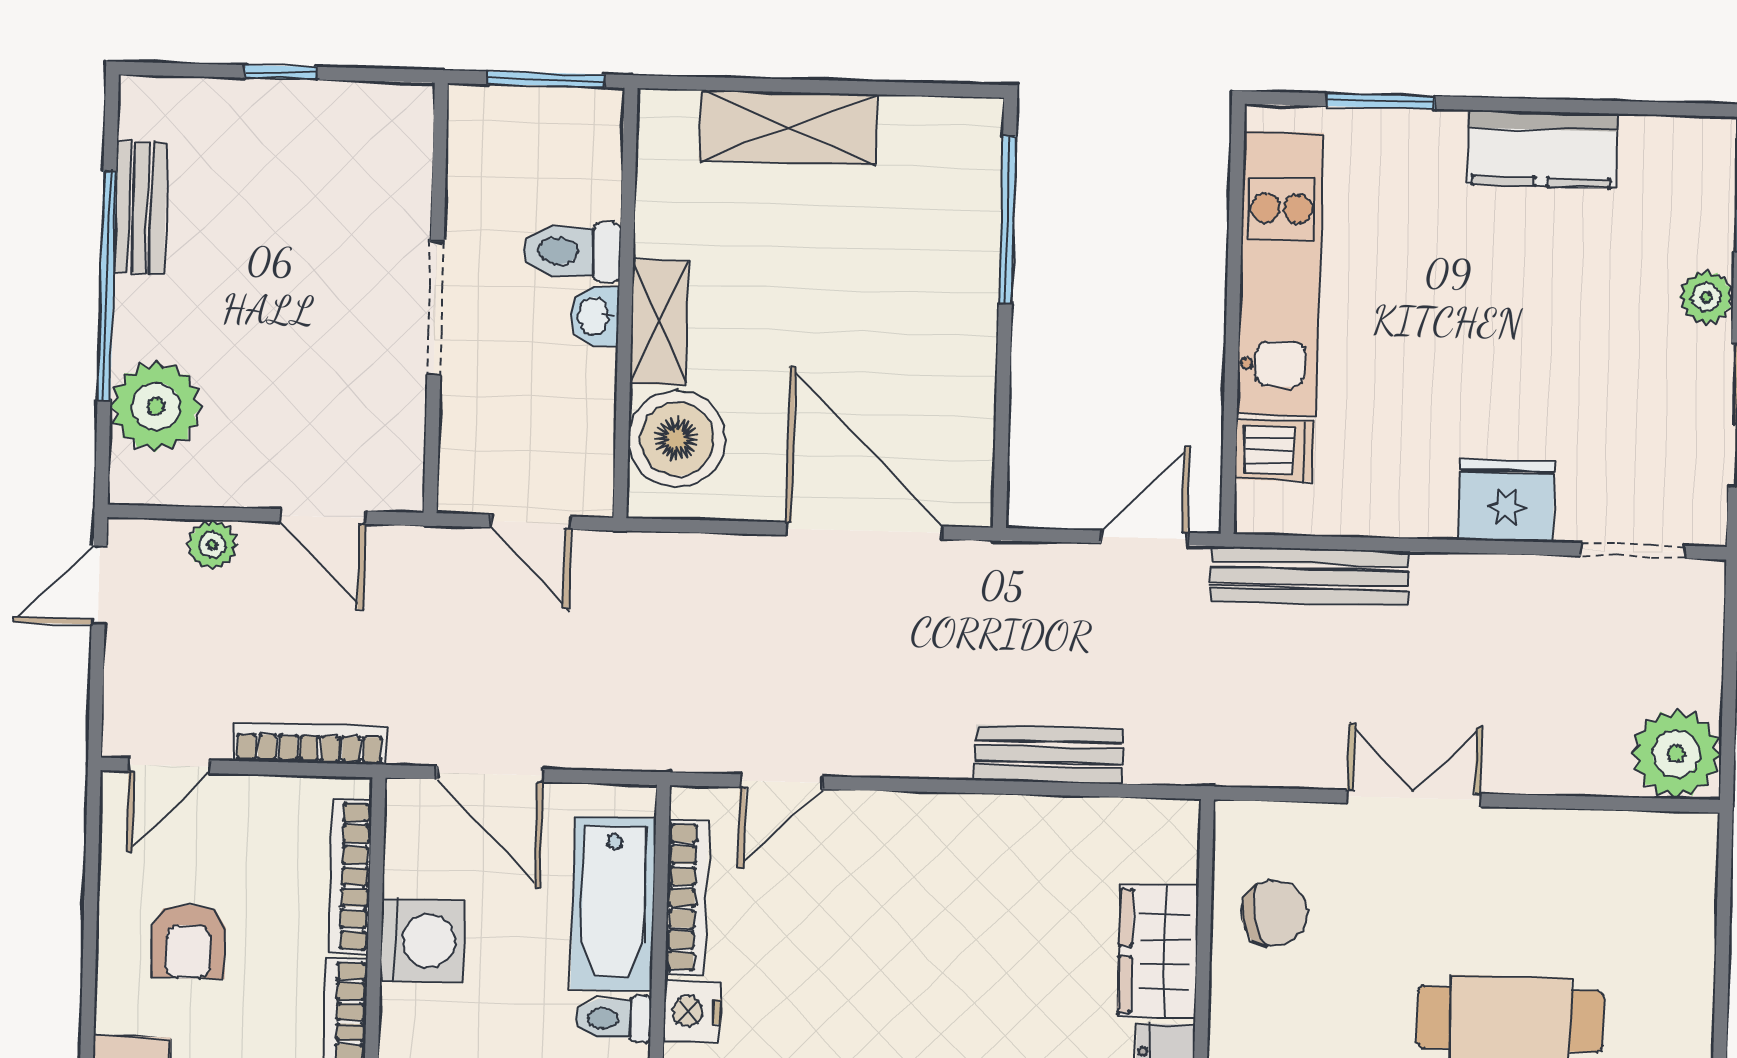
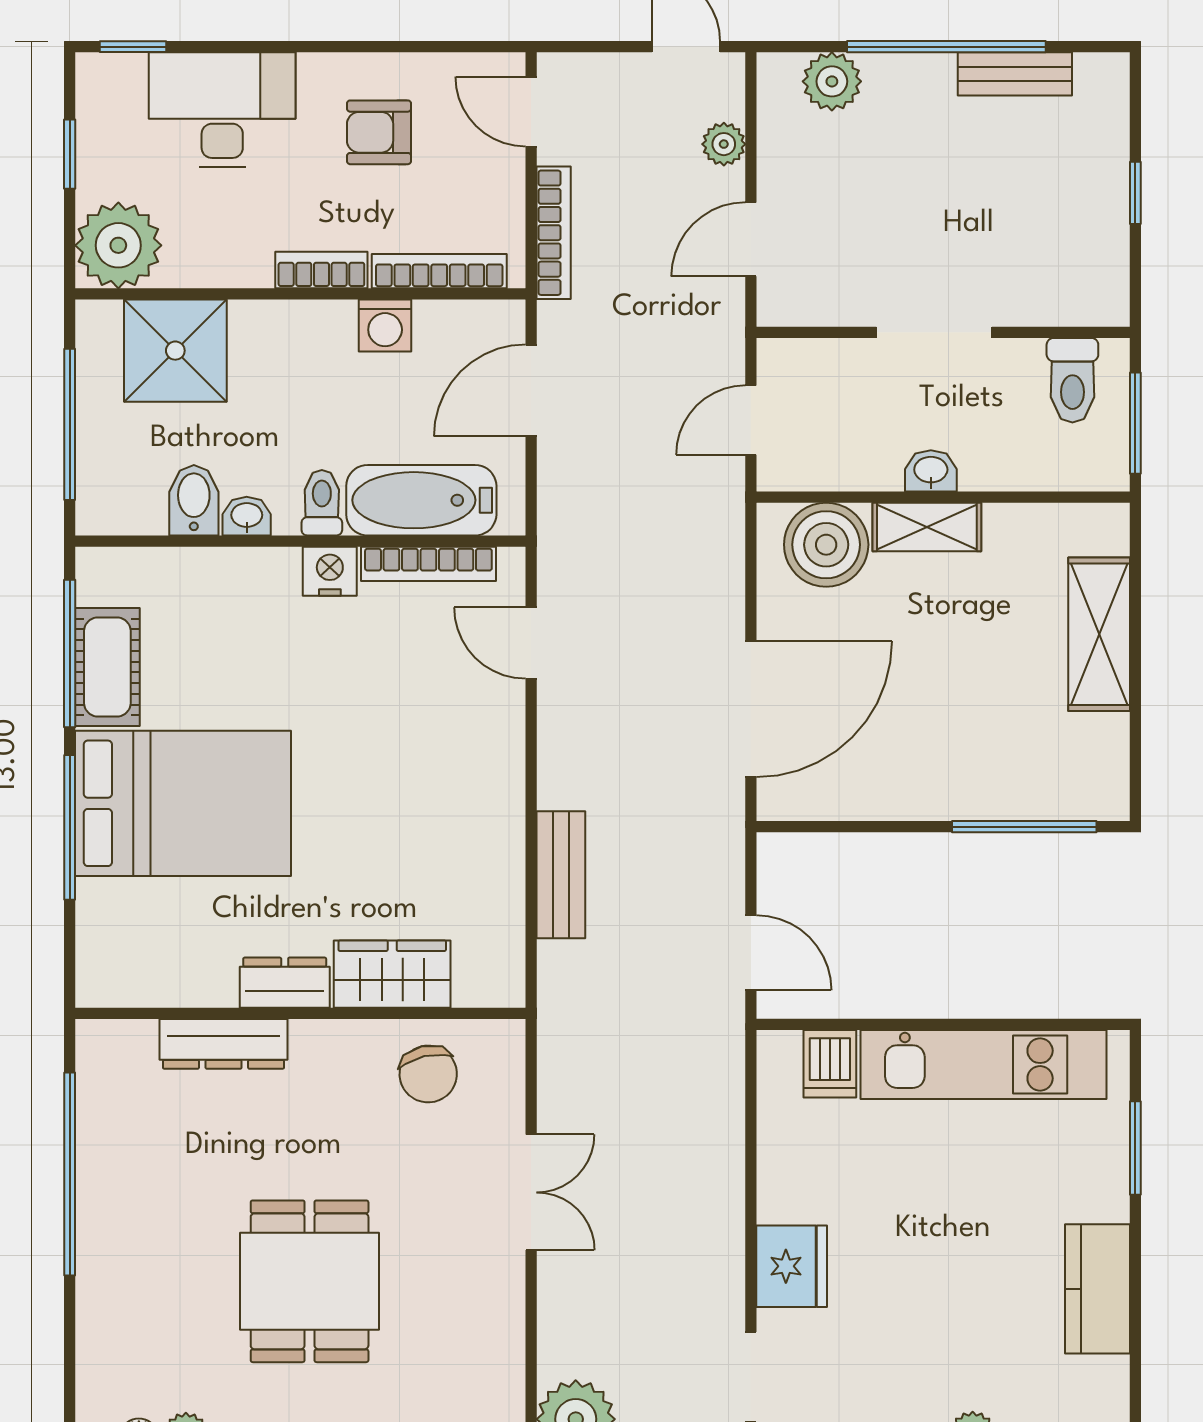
toilet: (572, 251) -> (1072, 380), moved, turned 180
plant: (156, 406) -> (832, 81), width x0.73, depth x0.73
bench: (1309, 576) -> (721, 1097), removed
washing machine: (422, 941) -> (385, 325), width x0.73, depth x0.73

